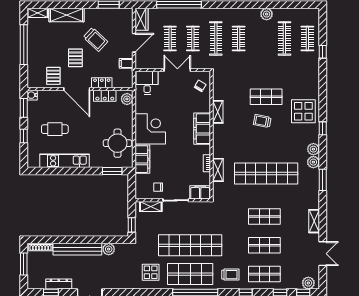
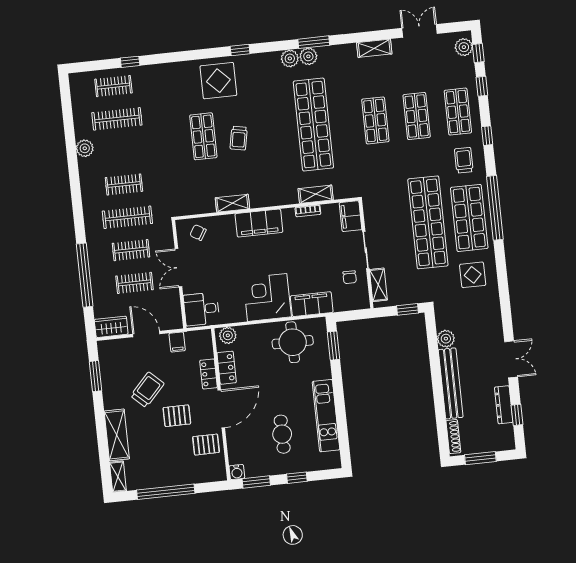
plant: (313, 149) -> (308, 56), moved

